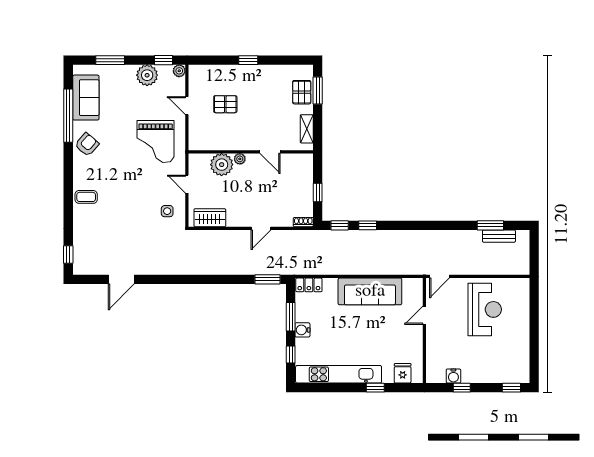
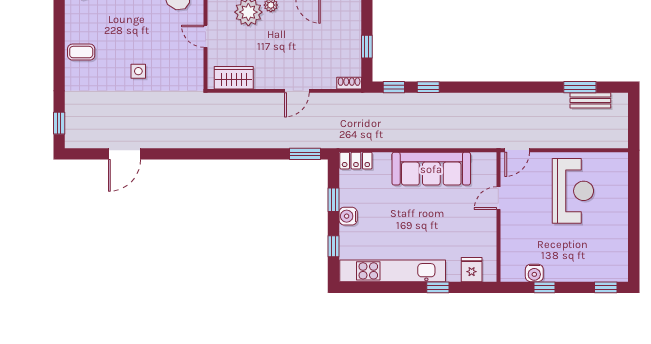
side table: (167, 211) -> (138, 71), moved
window: (291, 317) -> (333, 200), width x0.67

